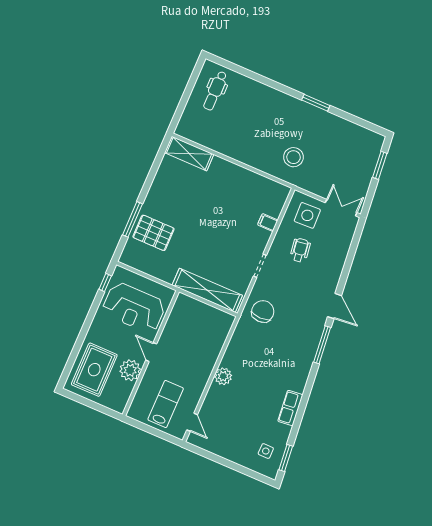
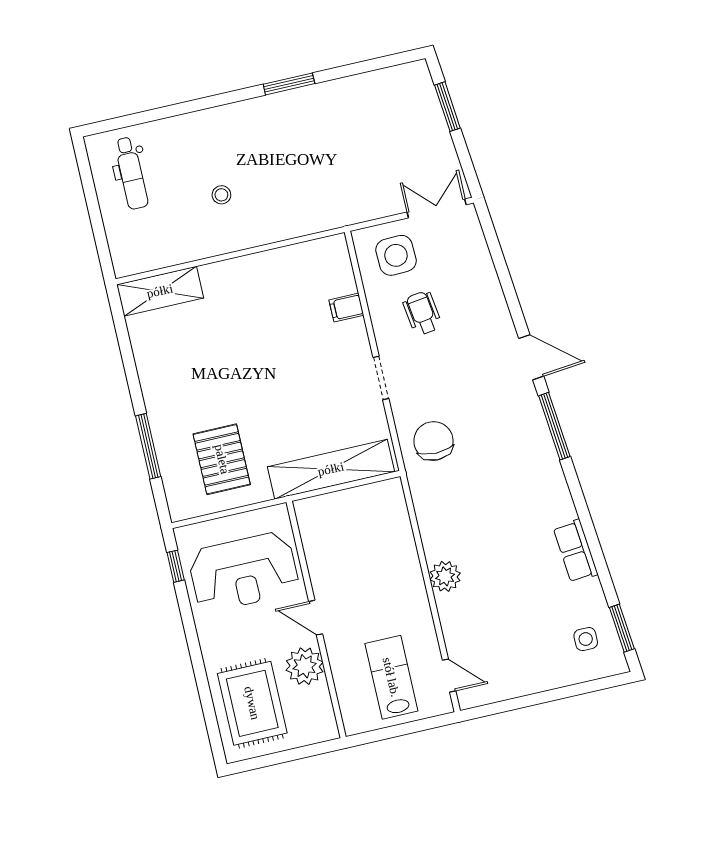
stool: (293, 157) -> (221, 195), moved, width x0.53, depth x0.53
pallet: (153, 233) -> (222, 459), moved, turned 90

